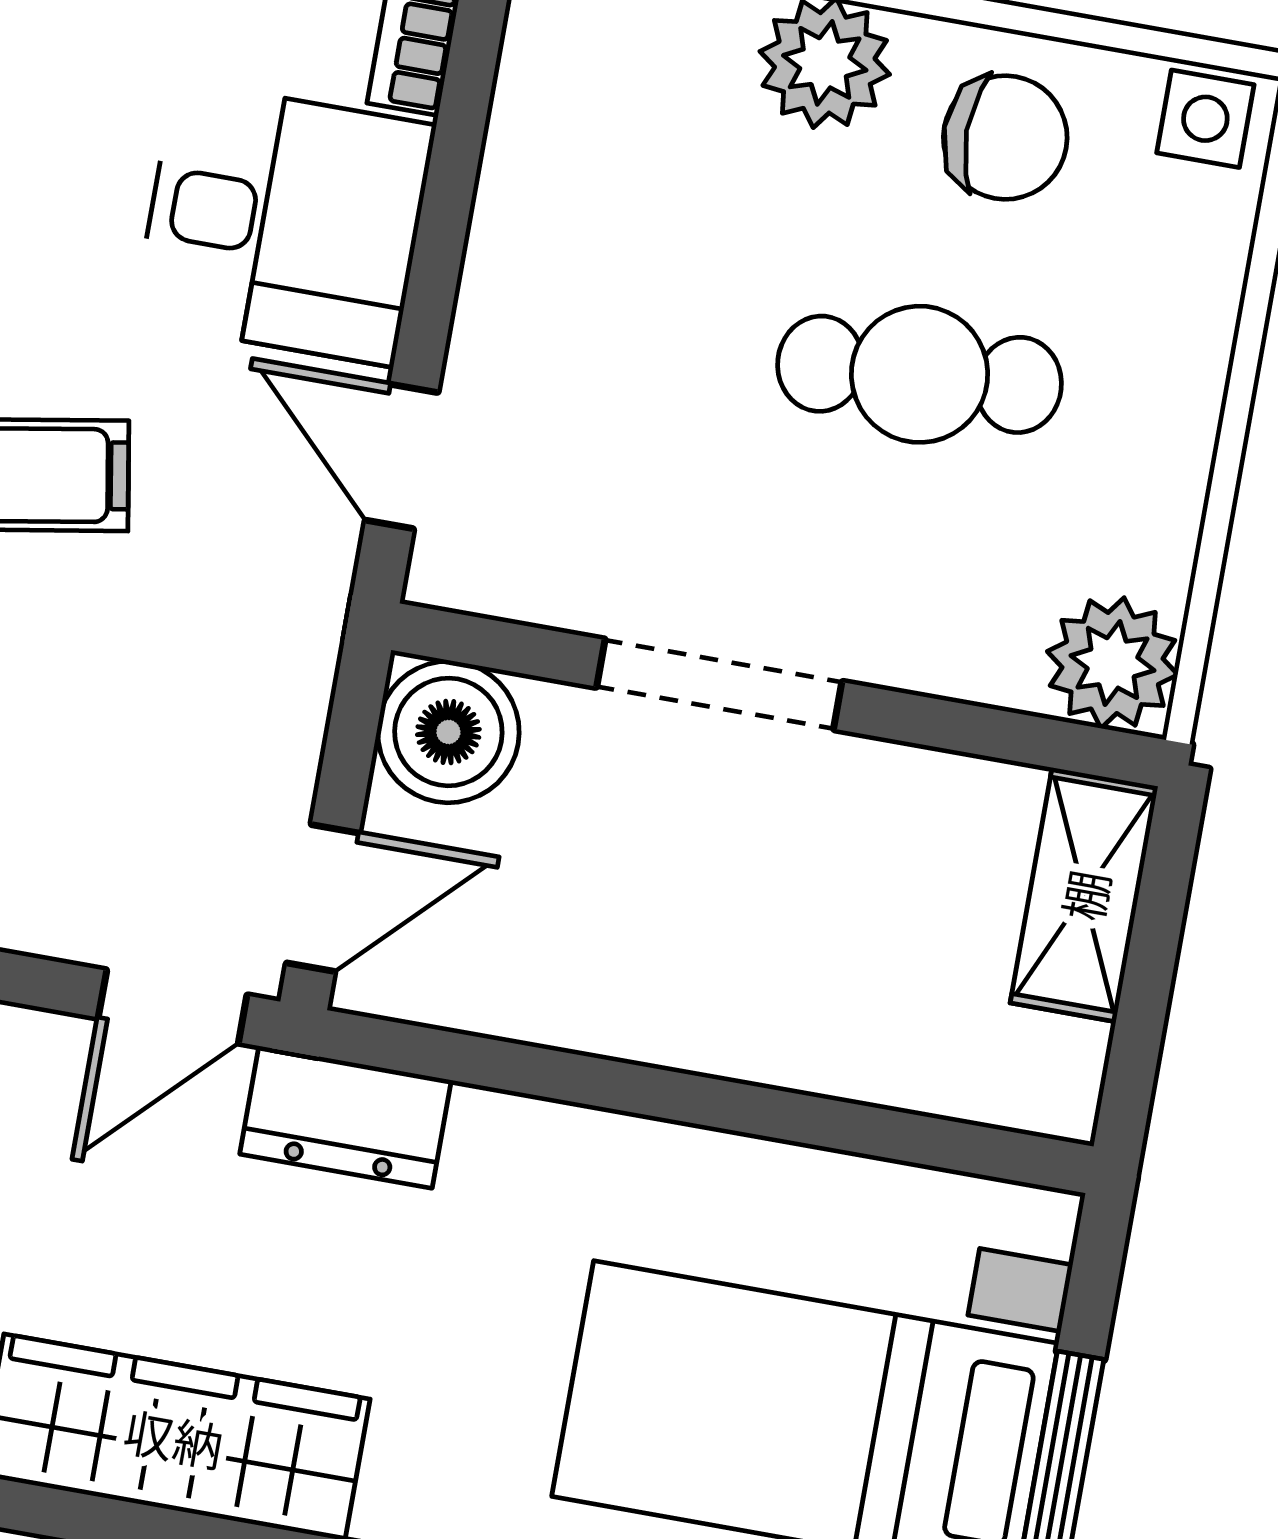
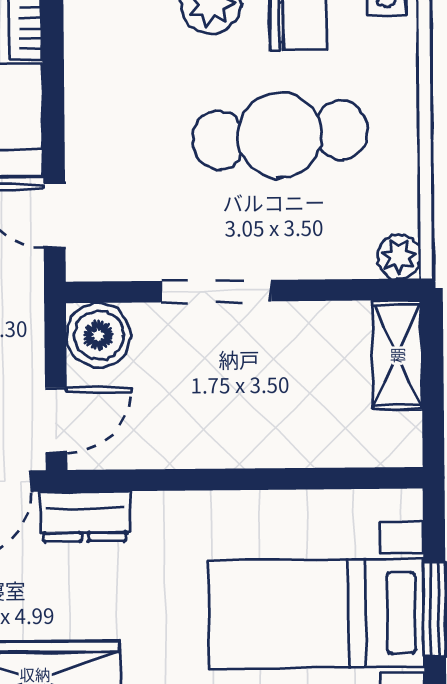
cafe table: (920, 374) -> (280, 135), width x1.37, depth x1.35
plant: (1113, 663) -> (399, 257), width x0.73, depth x0.73

